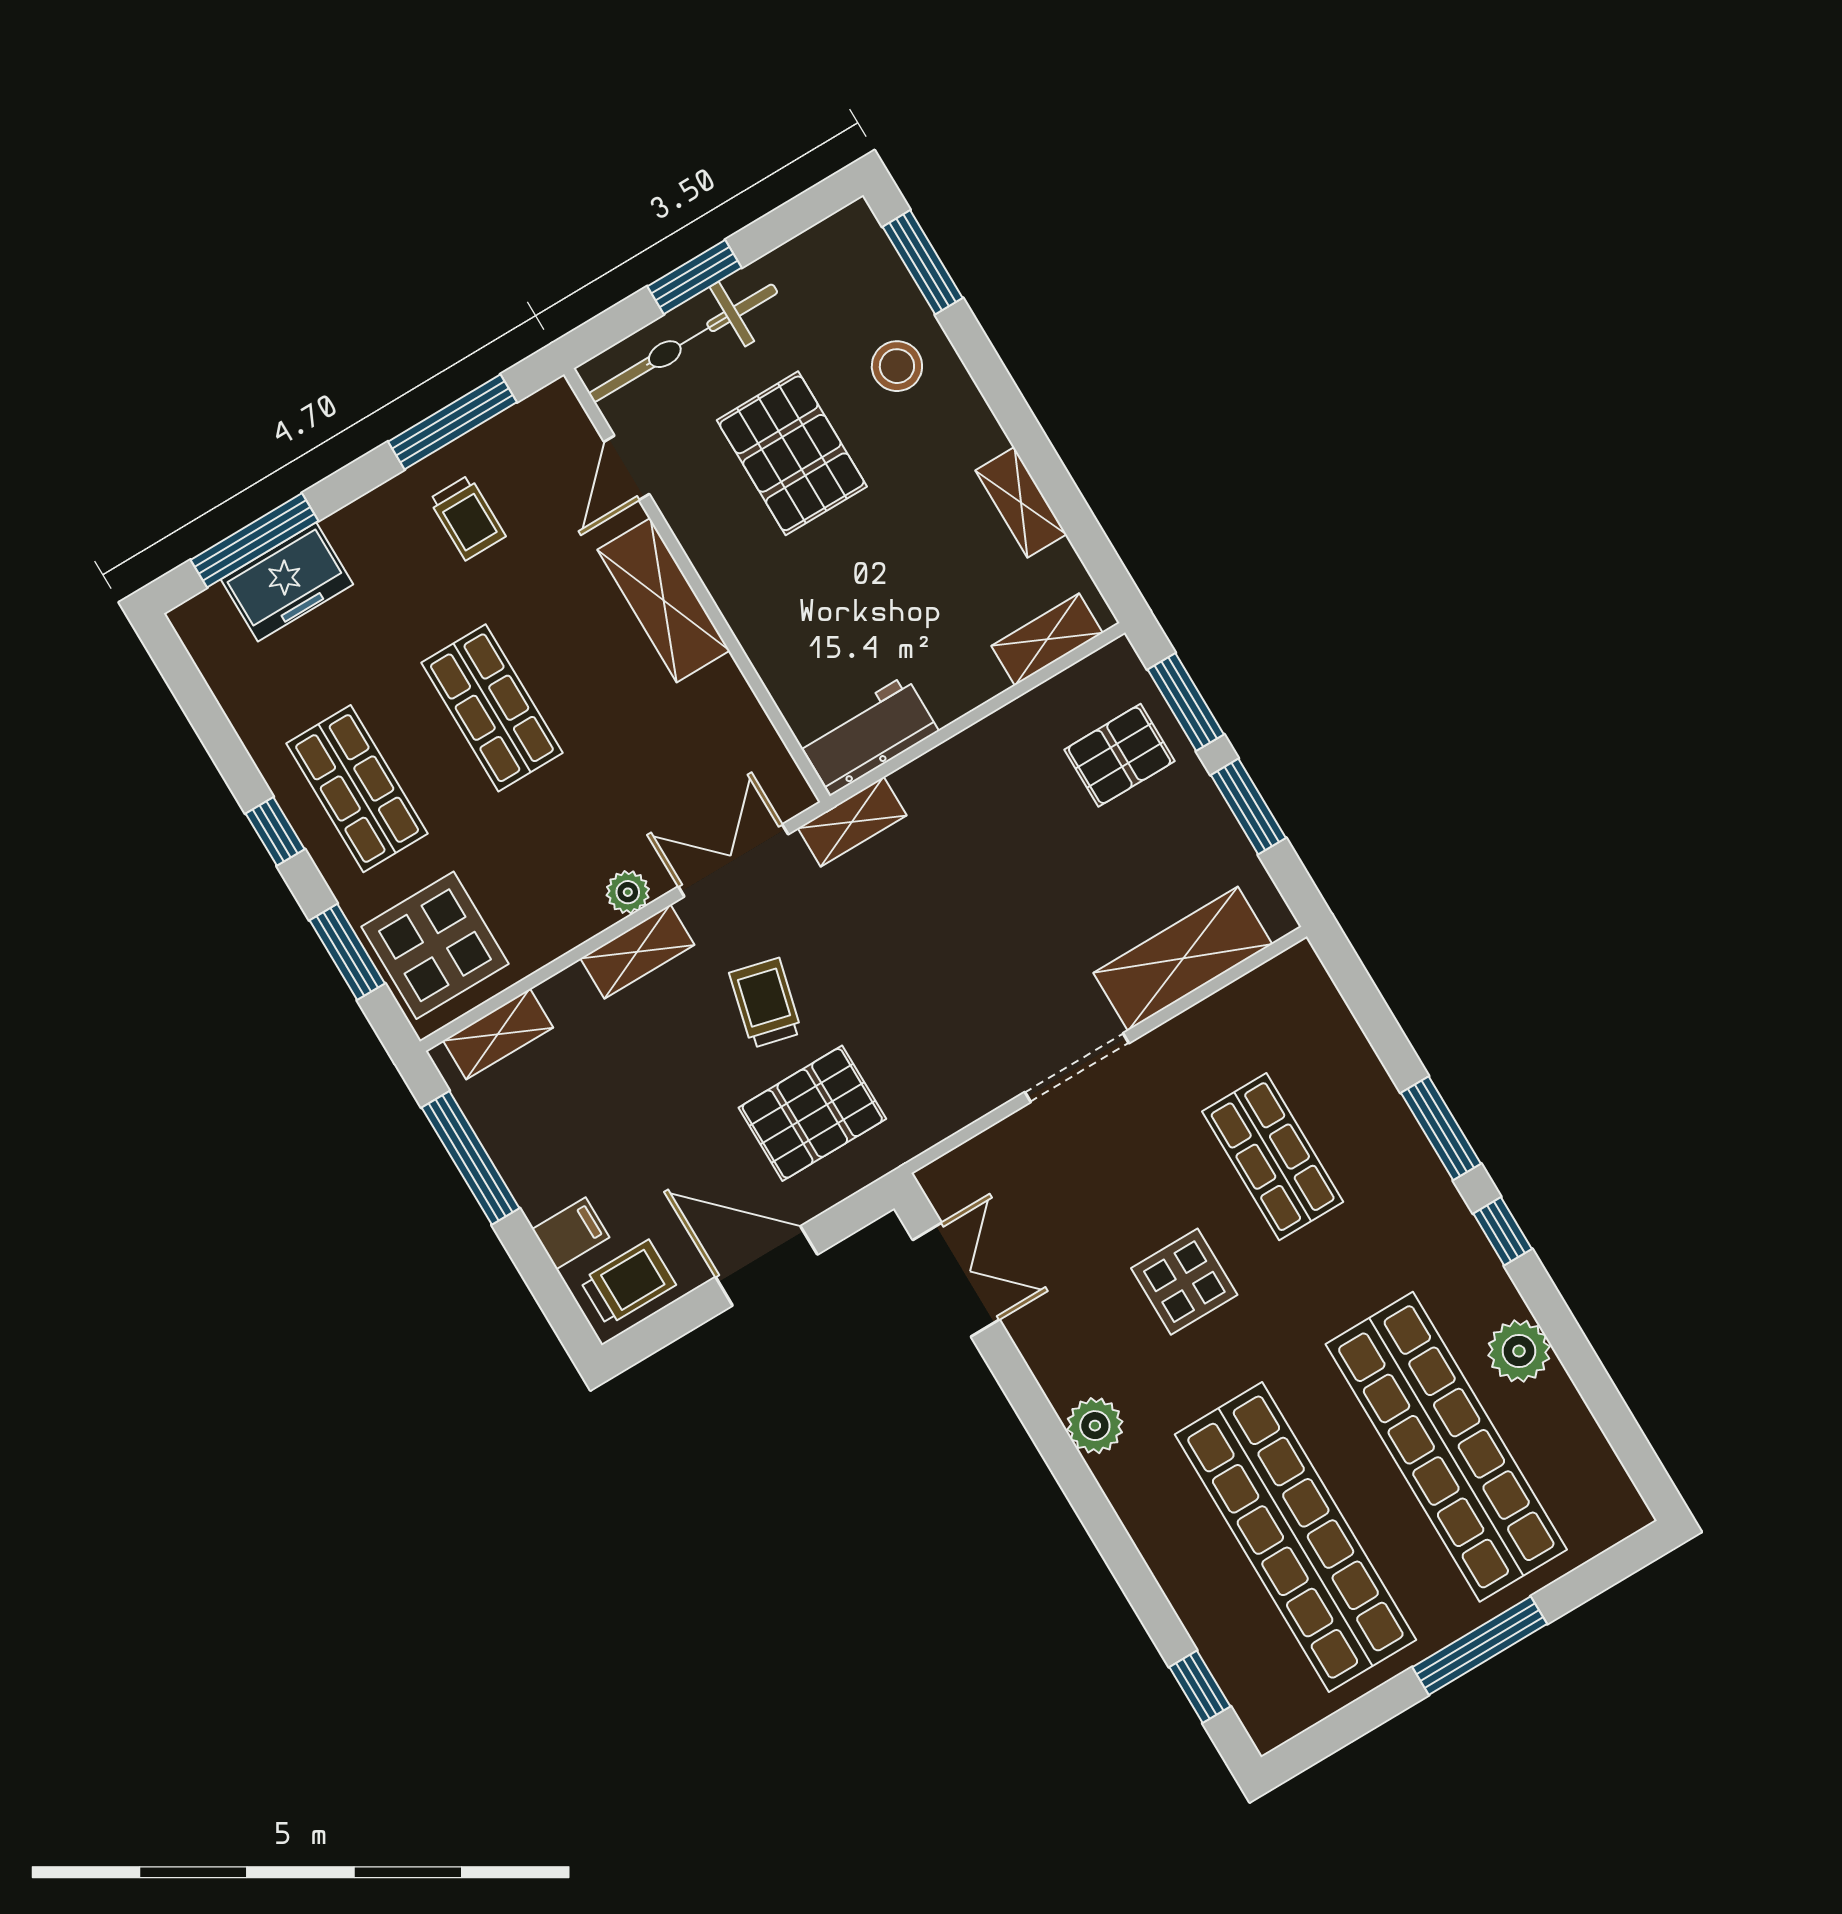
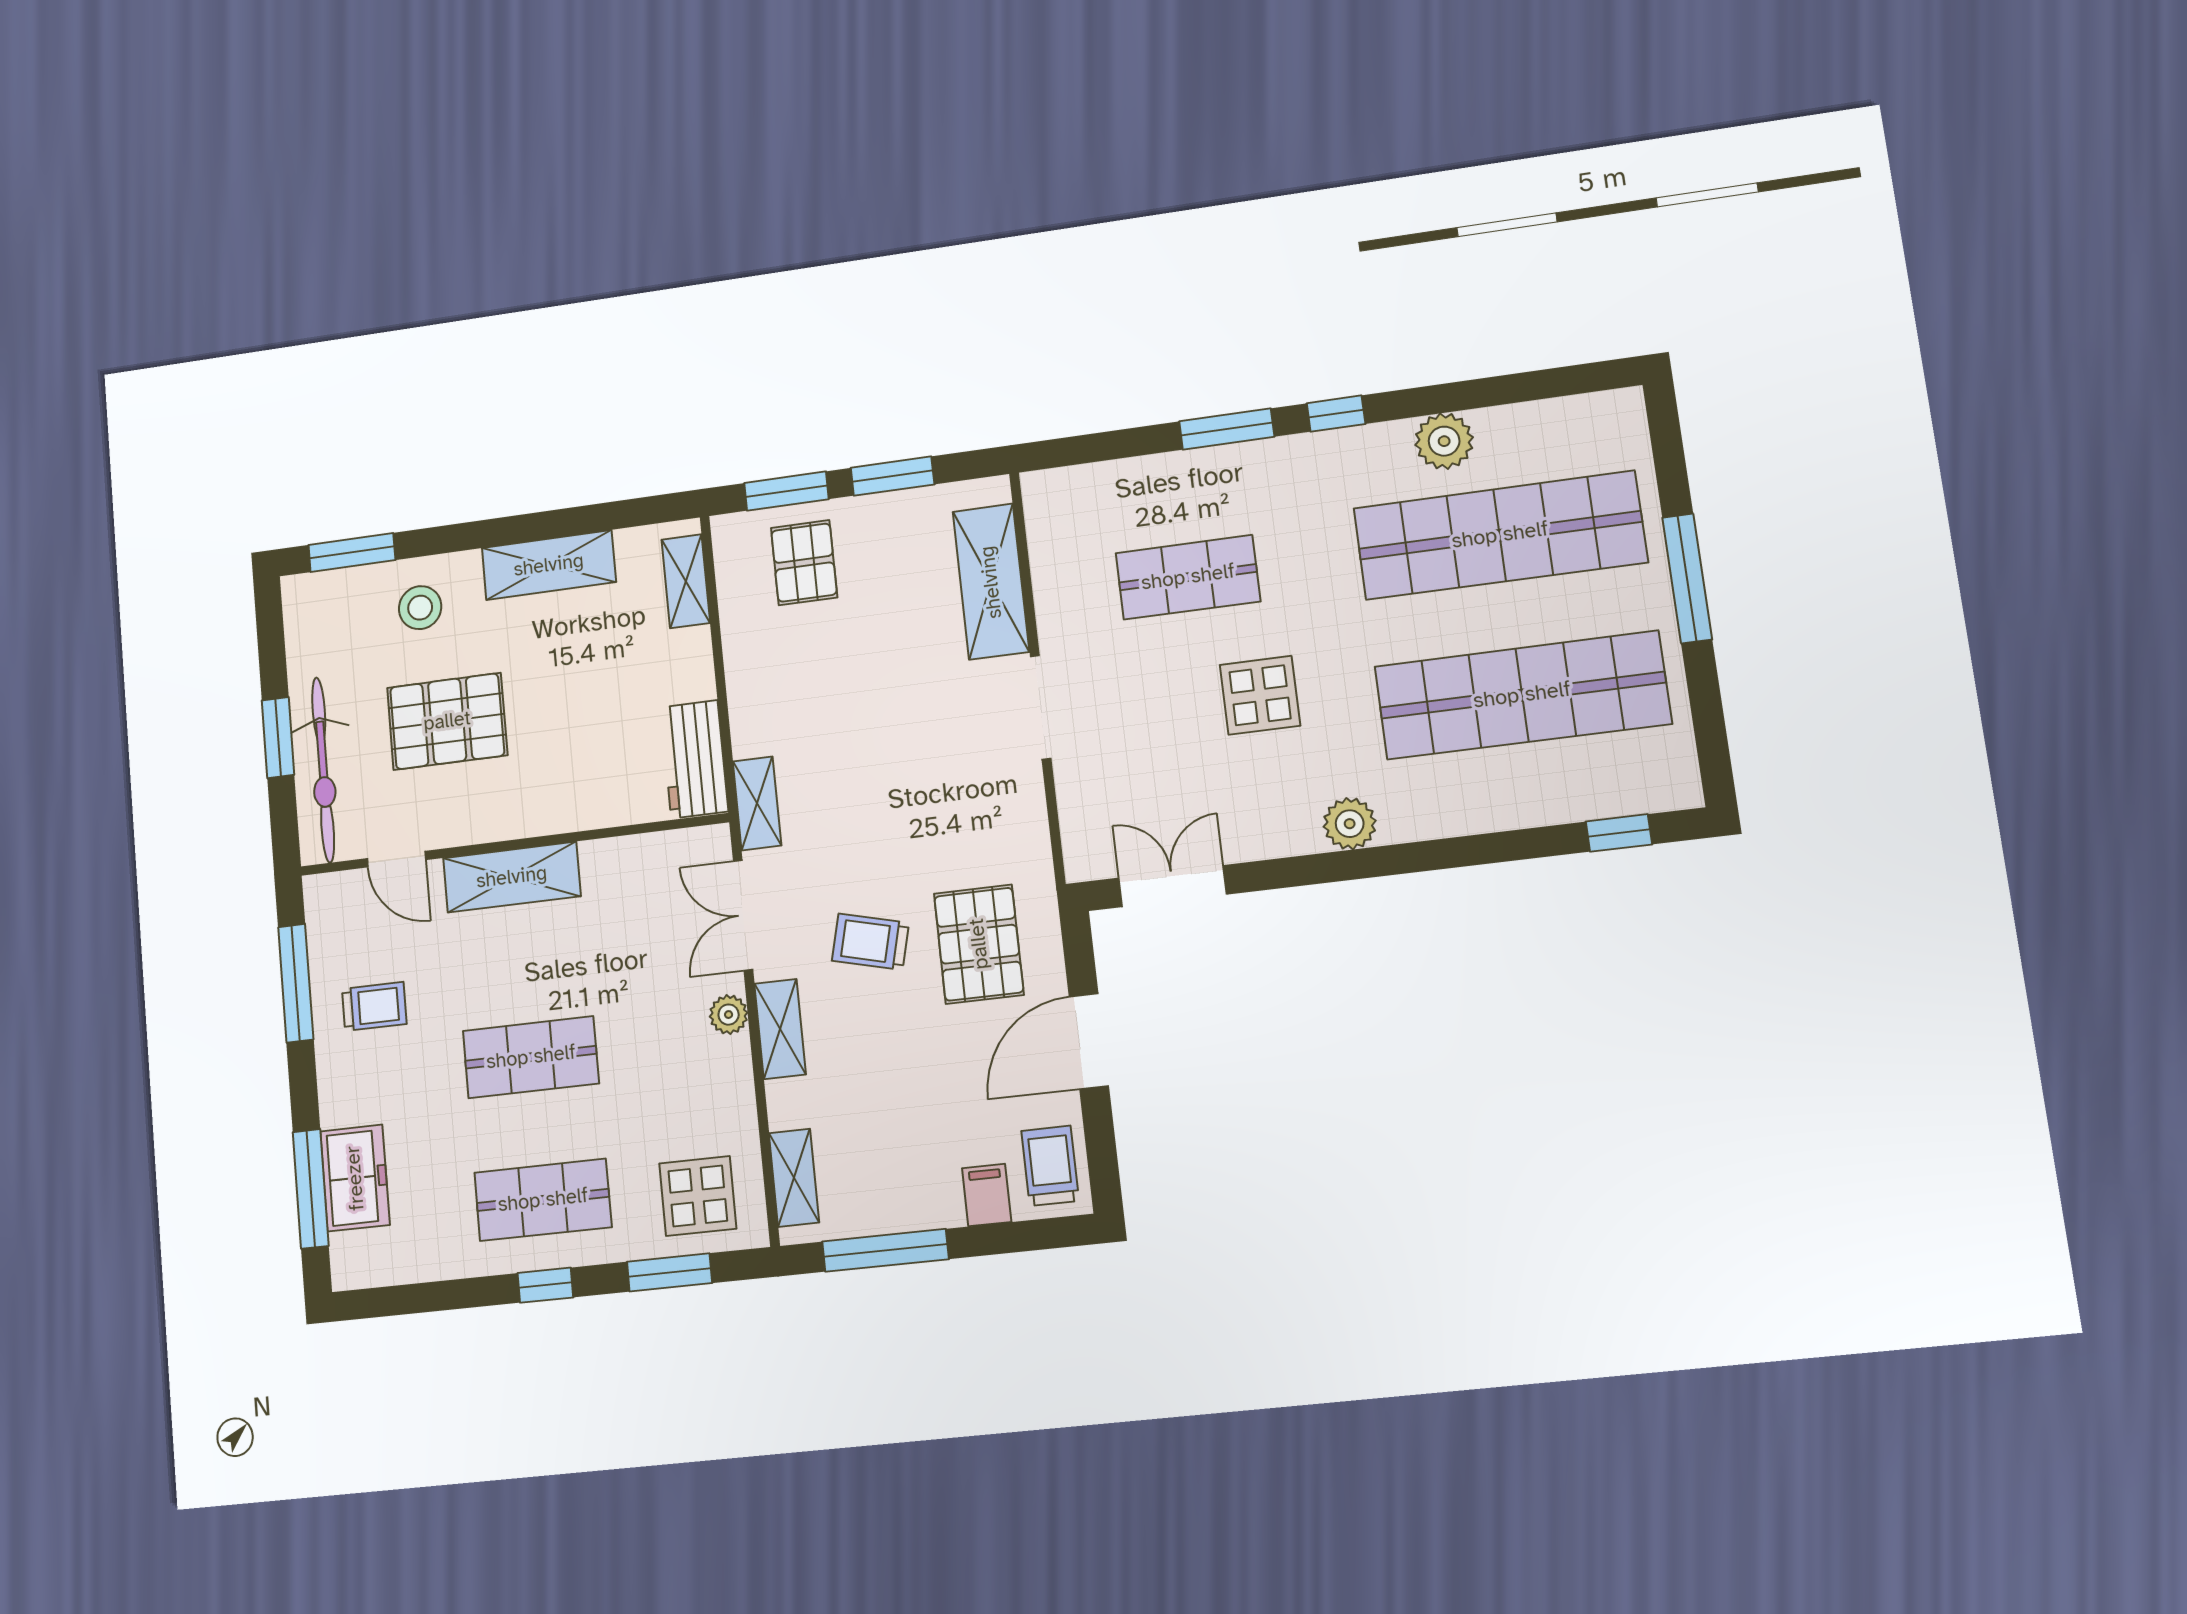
shelving: (1021, 502) -> (549, 565), width x1.50, depth x1.33
display table: (435, 945) -> (698, 1196), width x0.73, depth x0.73

